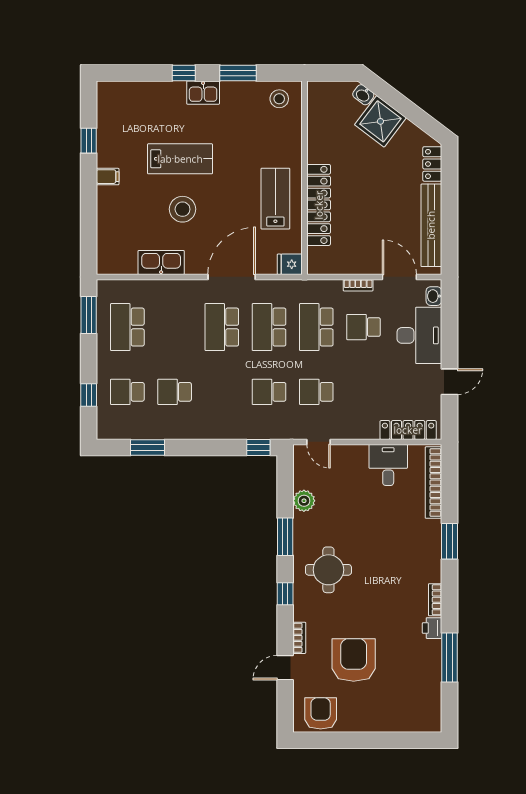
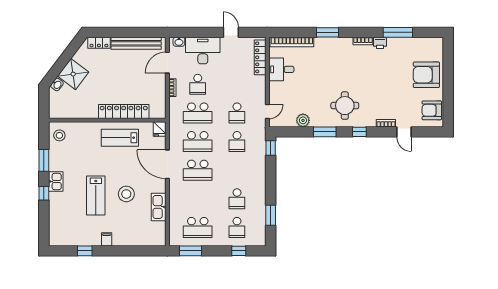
lab bench: (180, 159) -> (96, 195), turned 180
armchair: (354, 660) -> (426, 75), moved

